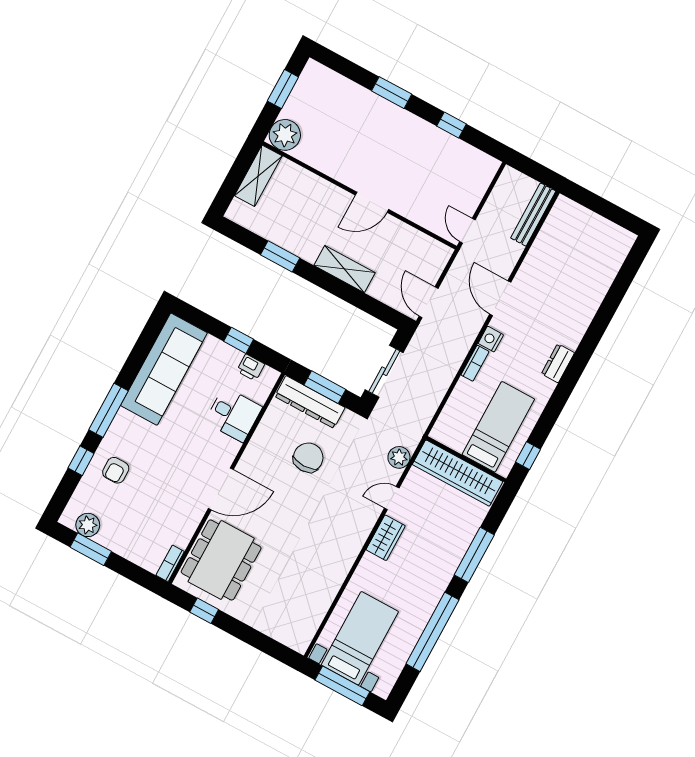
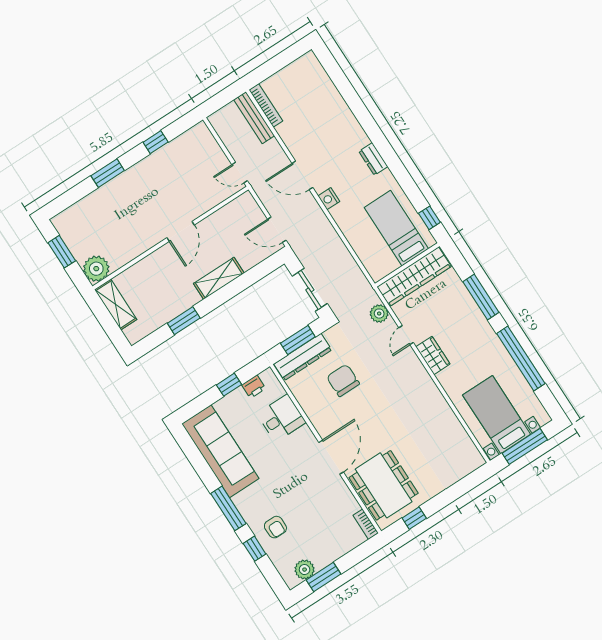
bookcase: (475, 363) -> (266, 105), moved, width x1.56

